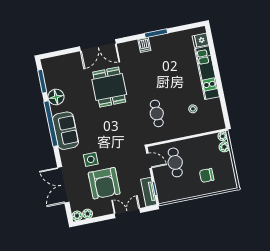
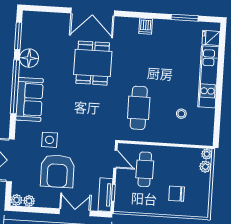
window: (156, 33) -> (185, 18), moved
cafe table: (157, 113) -> (139, 108), width x1.37, depth x1.35

